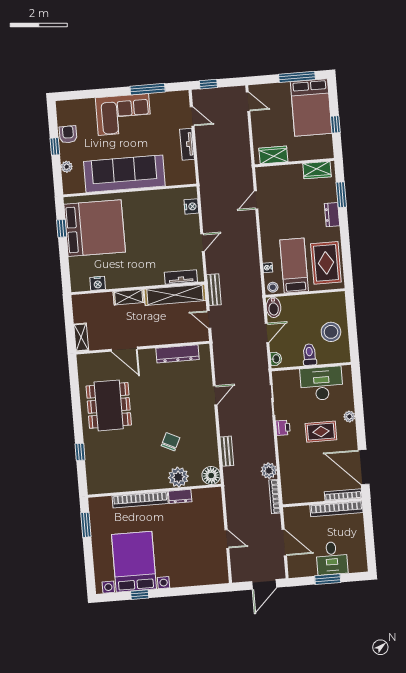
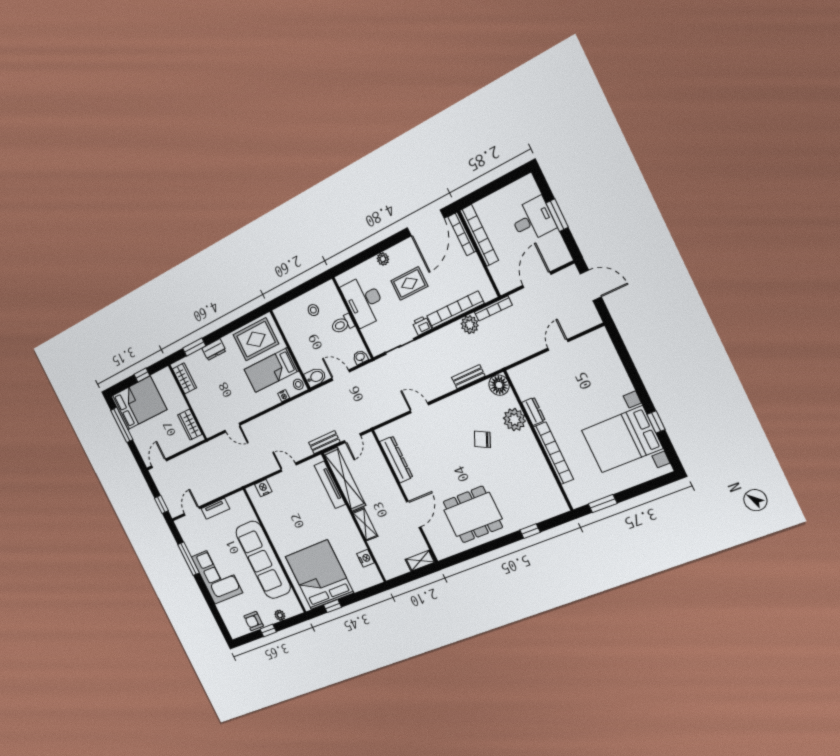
tv unit: (181, 277) -> (330, 485), width x1.41
stool: (331, 332) -> (313, 310), width x0.53, depth x0.53
rug: (321, 432) -> (409, 283), turned 90
bookcase: (285, 463) -> (455, 310), added

